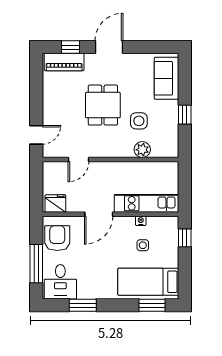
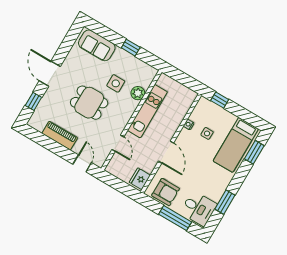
piano: (64, 62) -> (60, 136), moved, turned -90
kitchen unit: (147, 203) -> (147, 111), moved, turned 180
armchair: (57, 238) -> (166, 192), turned 180

